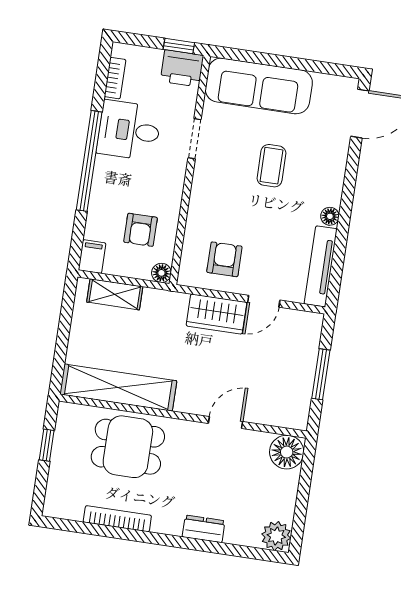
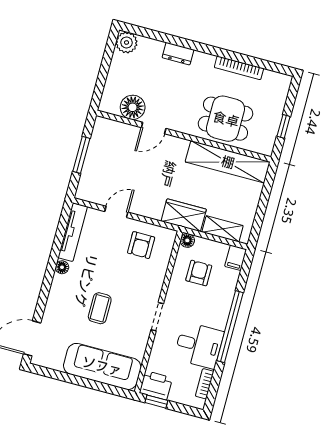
doorway: (195, 139) -> (157, 317), moved
wardrobe: (216, 314) -> (184, 215), moved
floor lamp: (287, 452) -> (133, 107), moved

